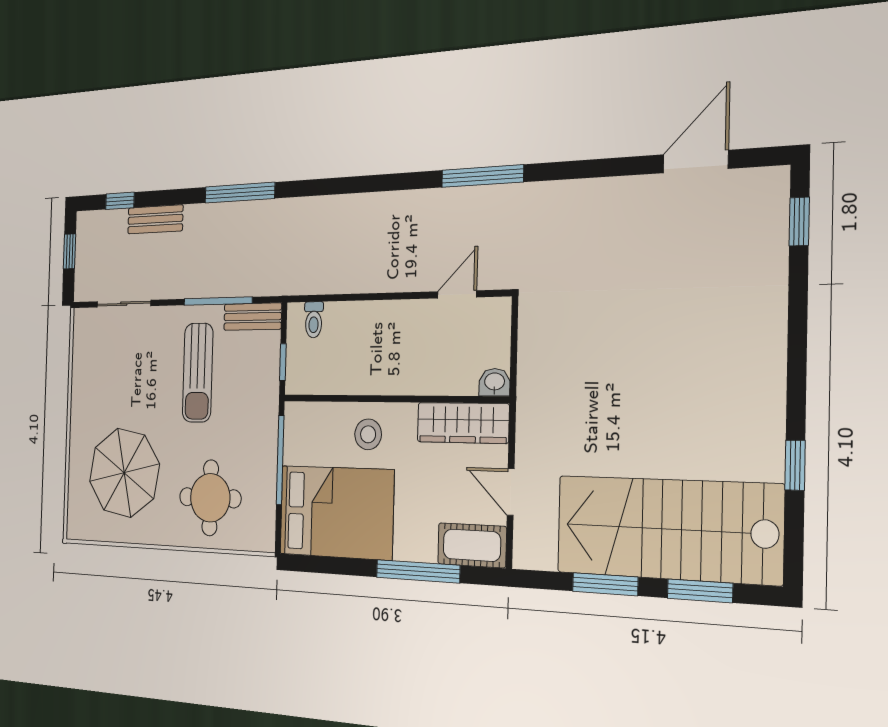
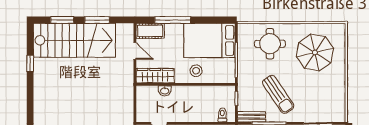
sun lounger: (198, 373) -> (278, 94), turned 146
washbasin: (495, 382) -> (165, 91), moved

